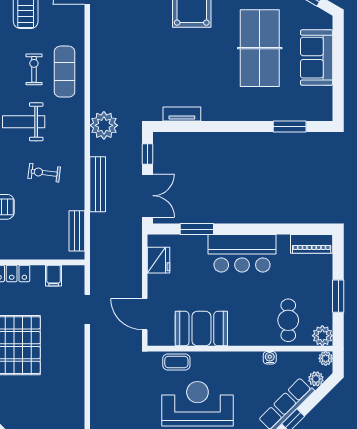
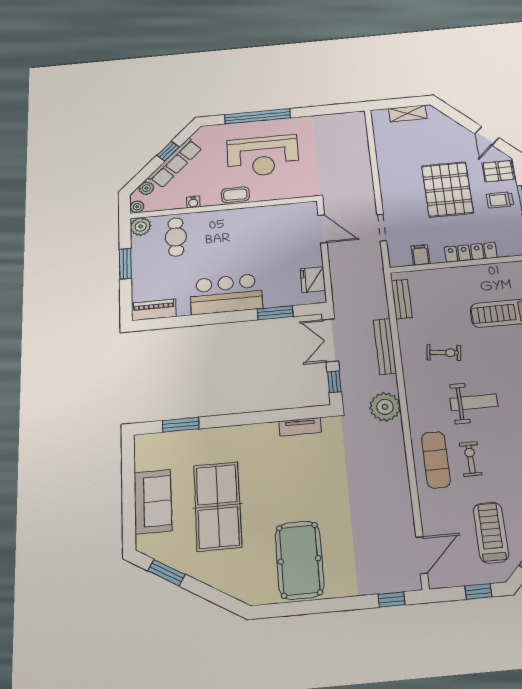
exercise bike: (34, 69) -> (471, 459), turned 180
booth: (201, 329) -> (264, 221), removed
coffee table: (176, 362) -> (235, 195), moved

